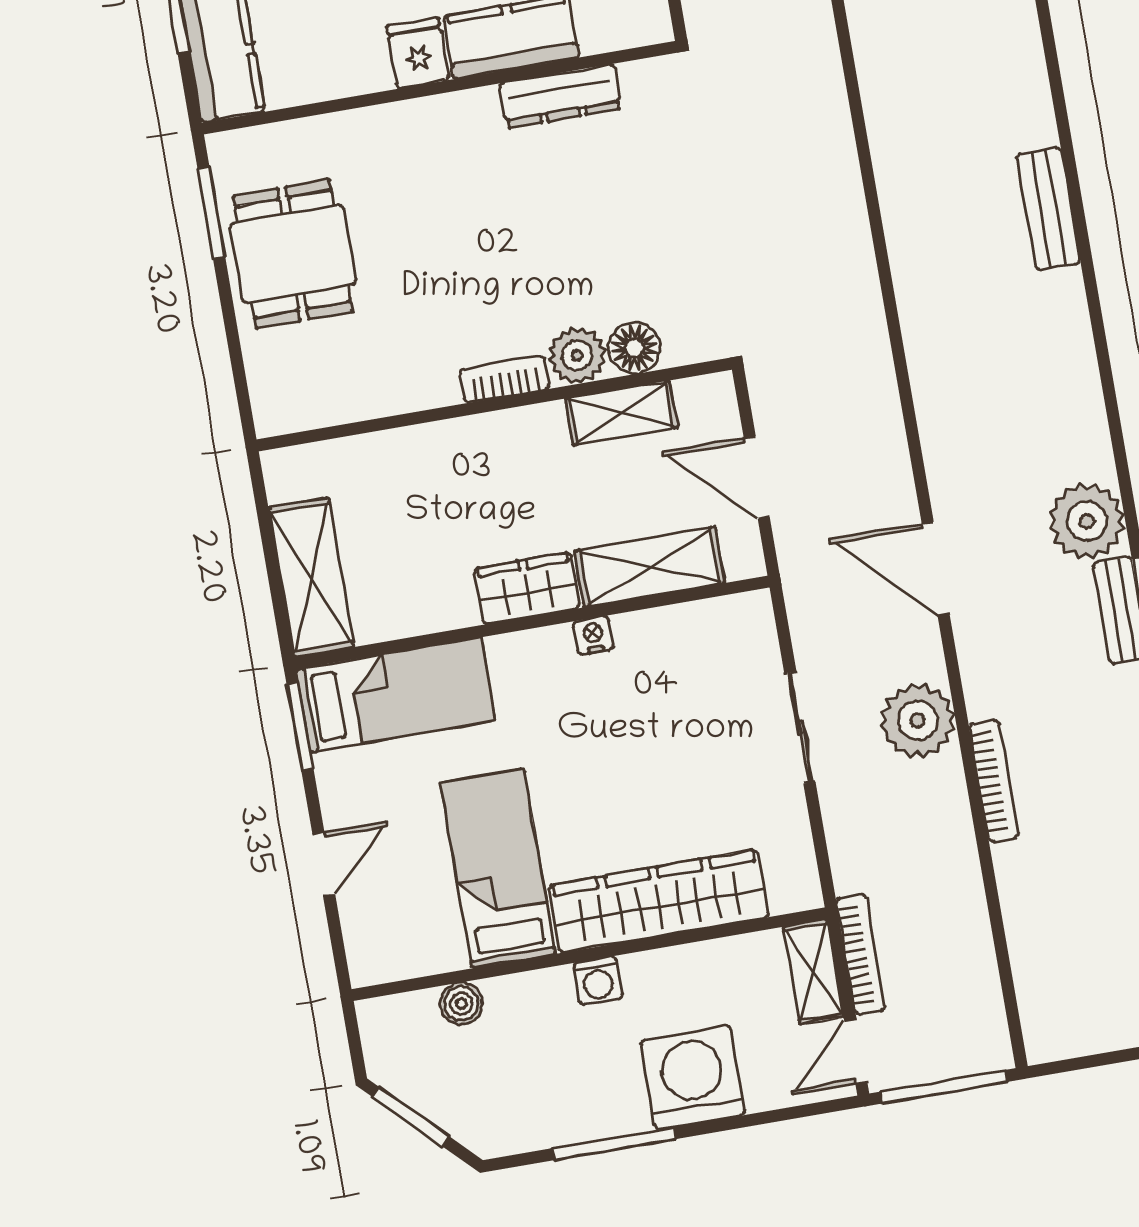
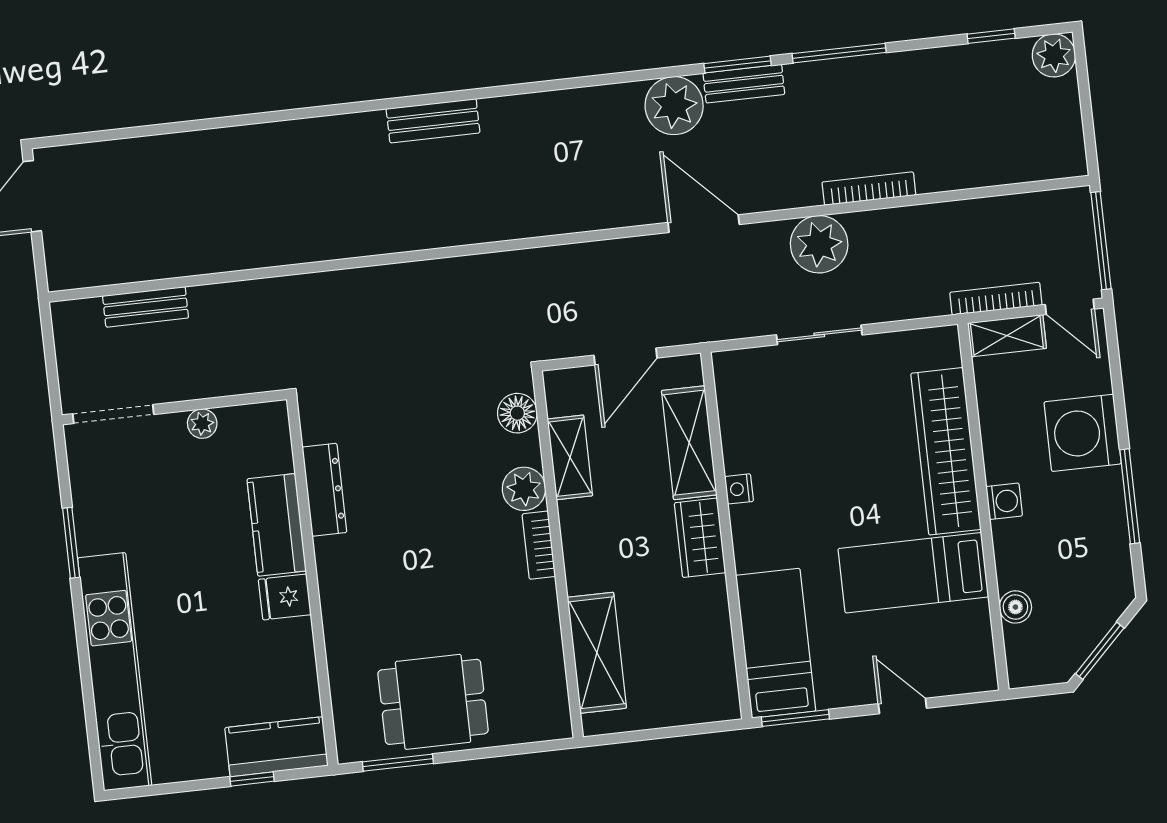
floor lamp: (634, 348) -> (517, 413), moved
door: (936, 569) -> (704, 224), swing flipped
shelving: (311, 577) -> (597, 653), moved, turned 90

